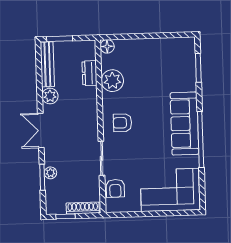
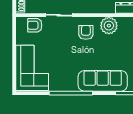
plant: (112, 81) -> (109, 26), moved
sofa: (184, 124) -> (103, 81), moved

